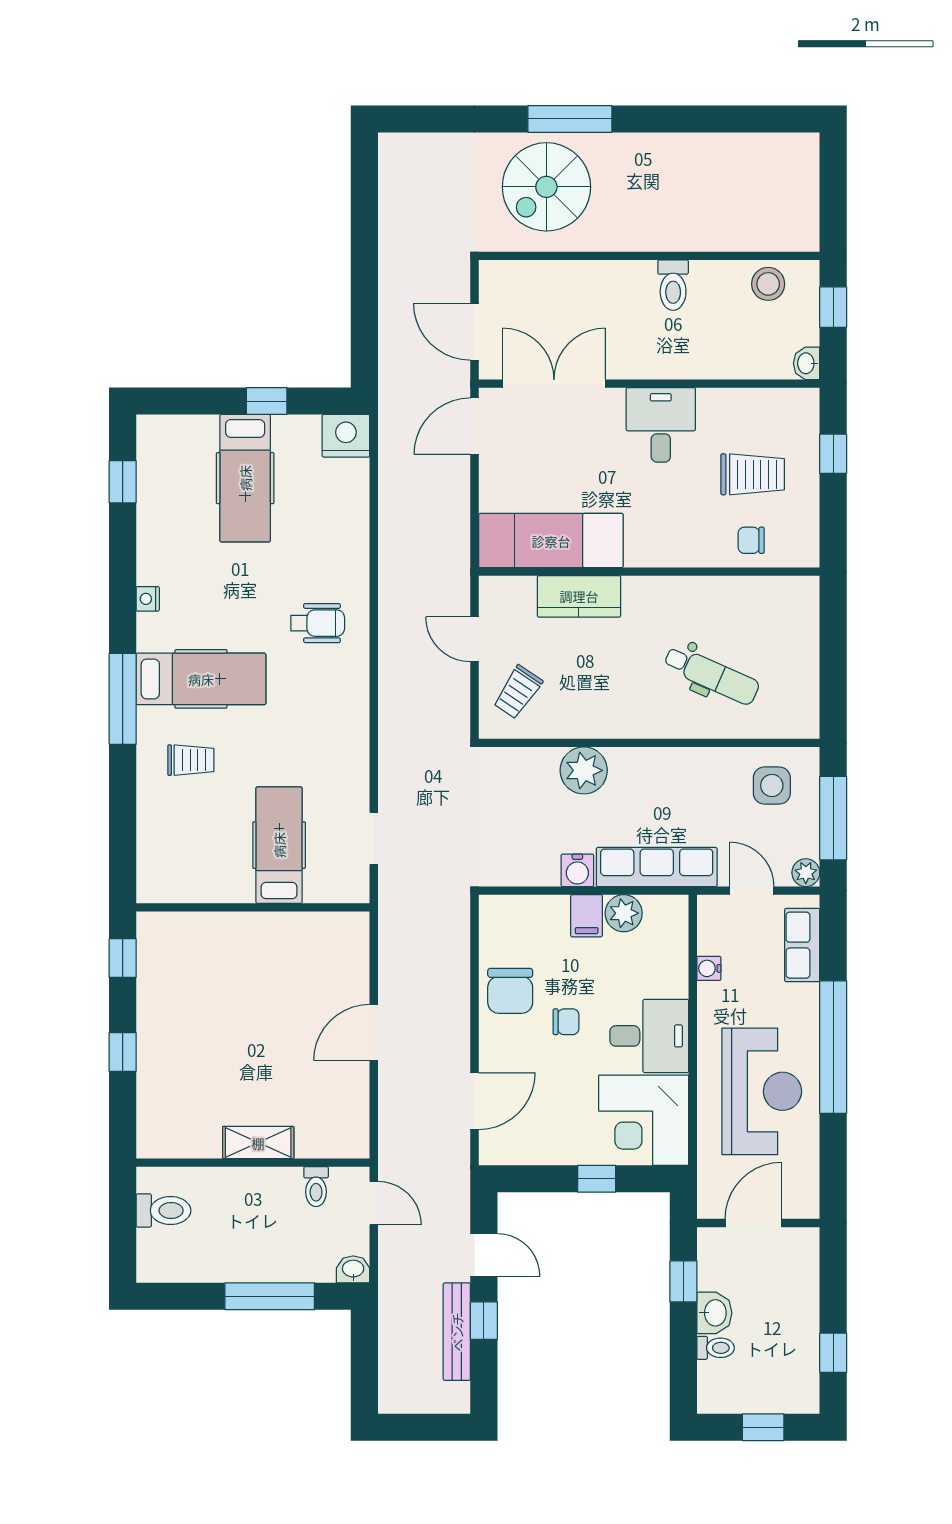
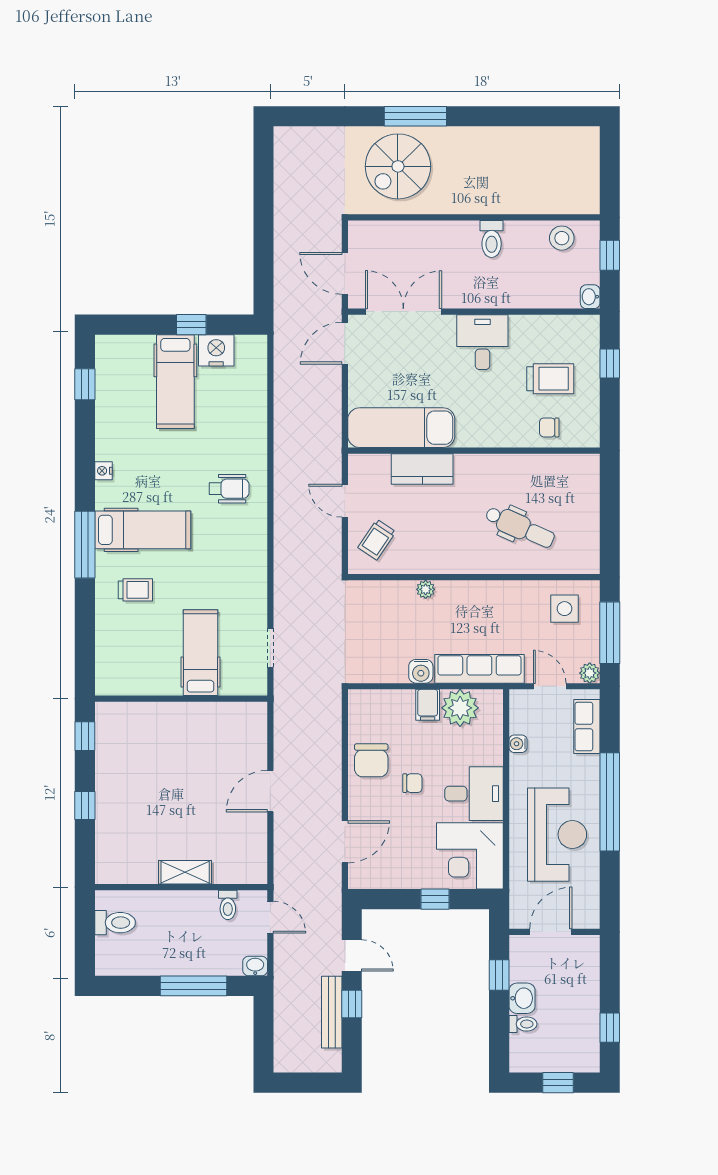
nightstand: (346, 436) -> (216, 350), moved
plant: (584, 770) -> (426, 589), width x0.53, depth x0.53
plant: (624, 913) -> (460, 708), width x1.36, depth x1.36

